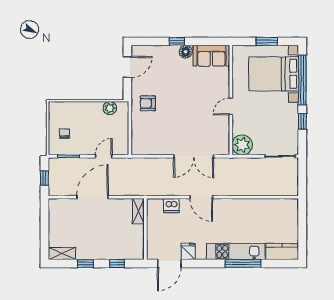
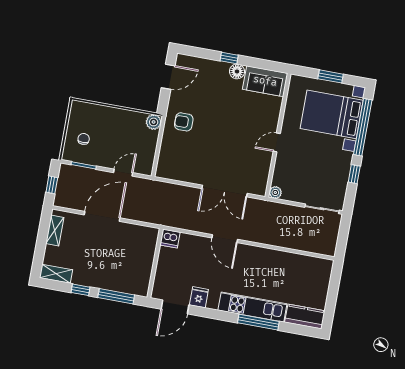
plant: (110, 108) -> (154, 122), moved
plant: (242, 145) -> (275, 192), width x0.53, depth x0.53
dishwasher: (171, 206) -> (170, 239), moved
shelving: (138, 211) -> (55, 230), moved
window: (117, 264) -> (116, 296), width x2.17

